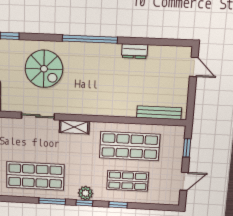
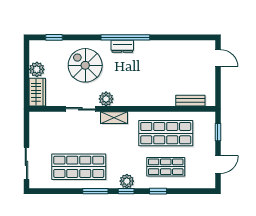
dresser: (135, 51) -> (122, 46), moved
spiral stairs: (44, 69) -> (85, 65), turned 180
plant: (66, 107) -> (106, 99), added
bench: (159, 113) -> (190, 101), width x0.73

